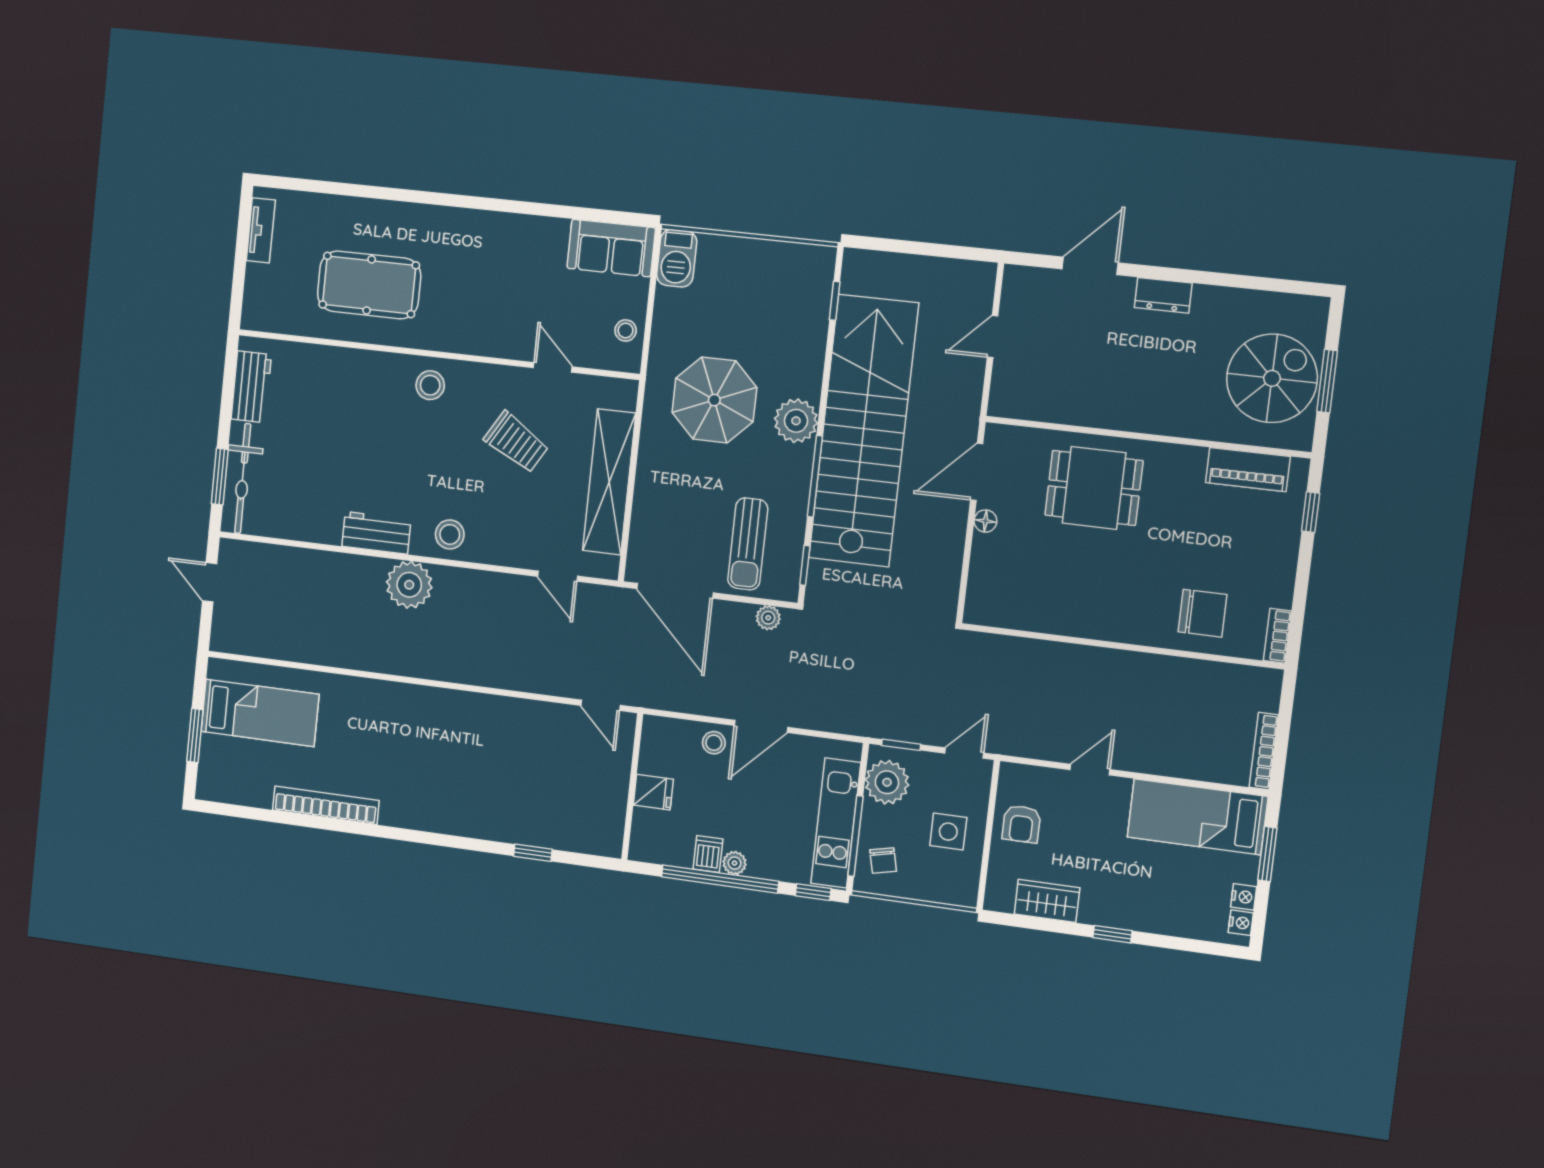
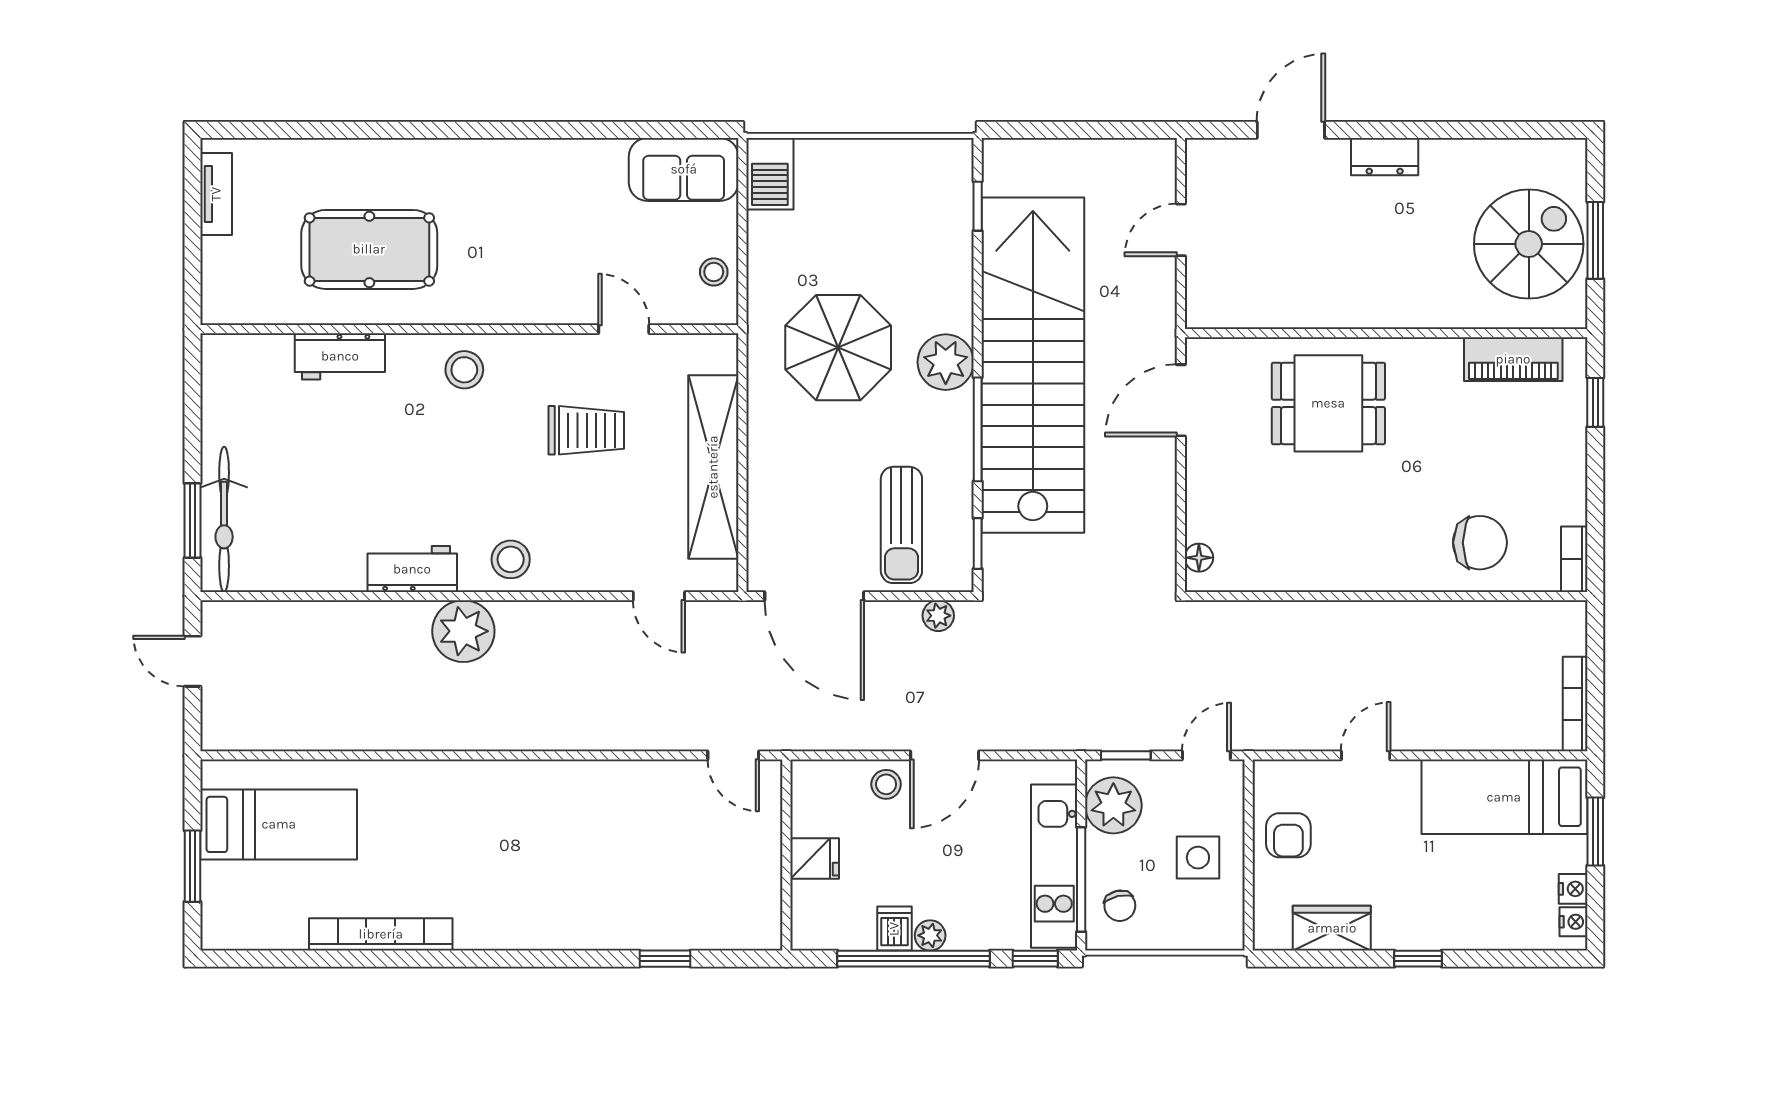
workbench: (251, 387) -> (340, 356), moved, turned 90
trolley: (516, 442) -> (586, 430), turned -31
floor lamp: (985, 521) -> (1199, 558), moved

